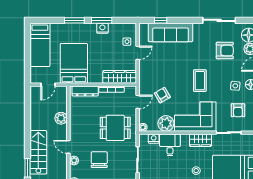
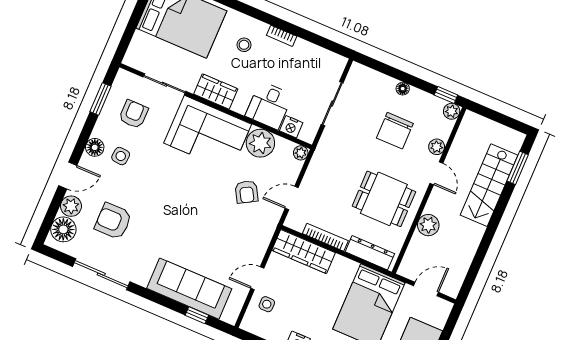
coffee table: (200, 81) -> (175, 189), removed
dining table: (115, 128) -> (384, 199), moved

